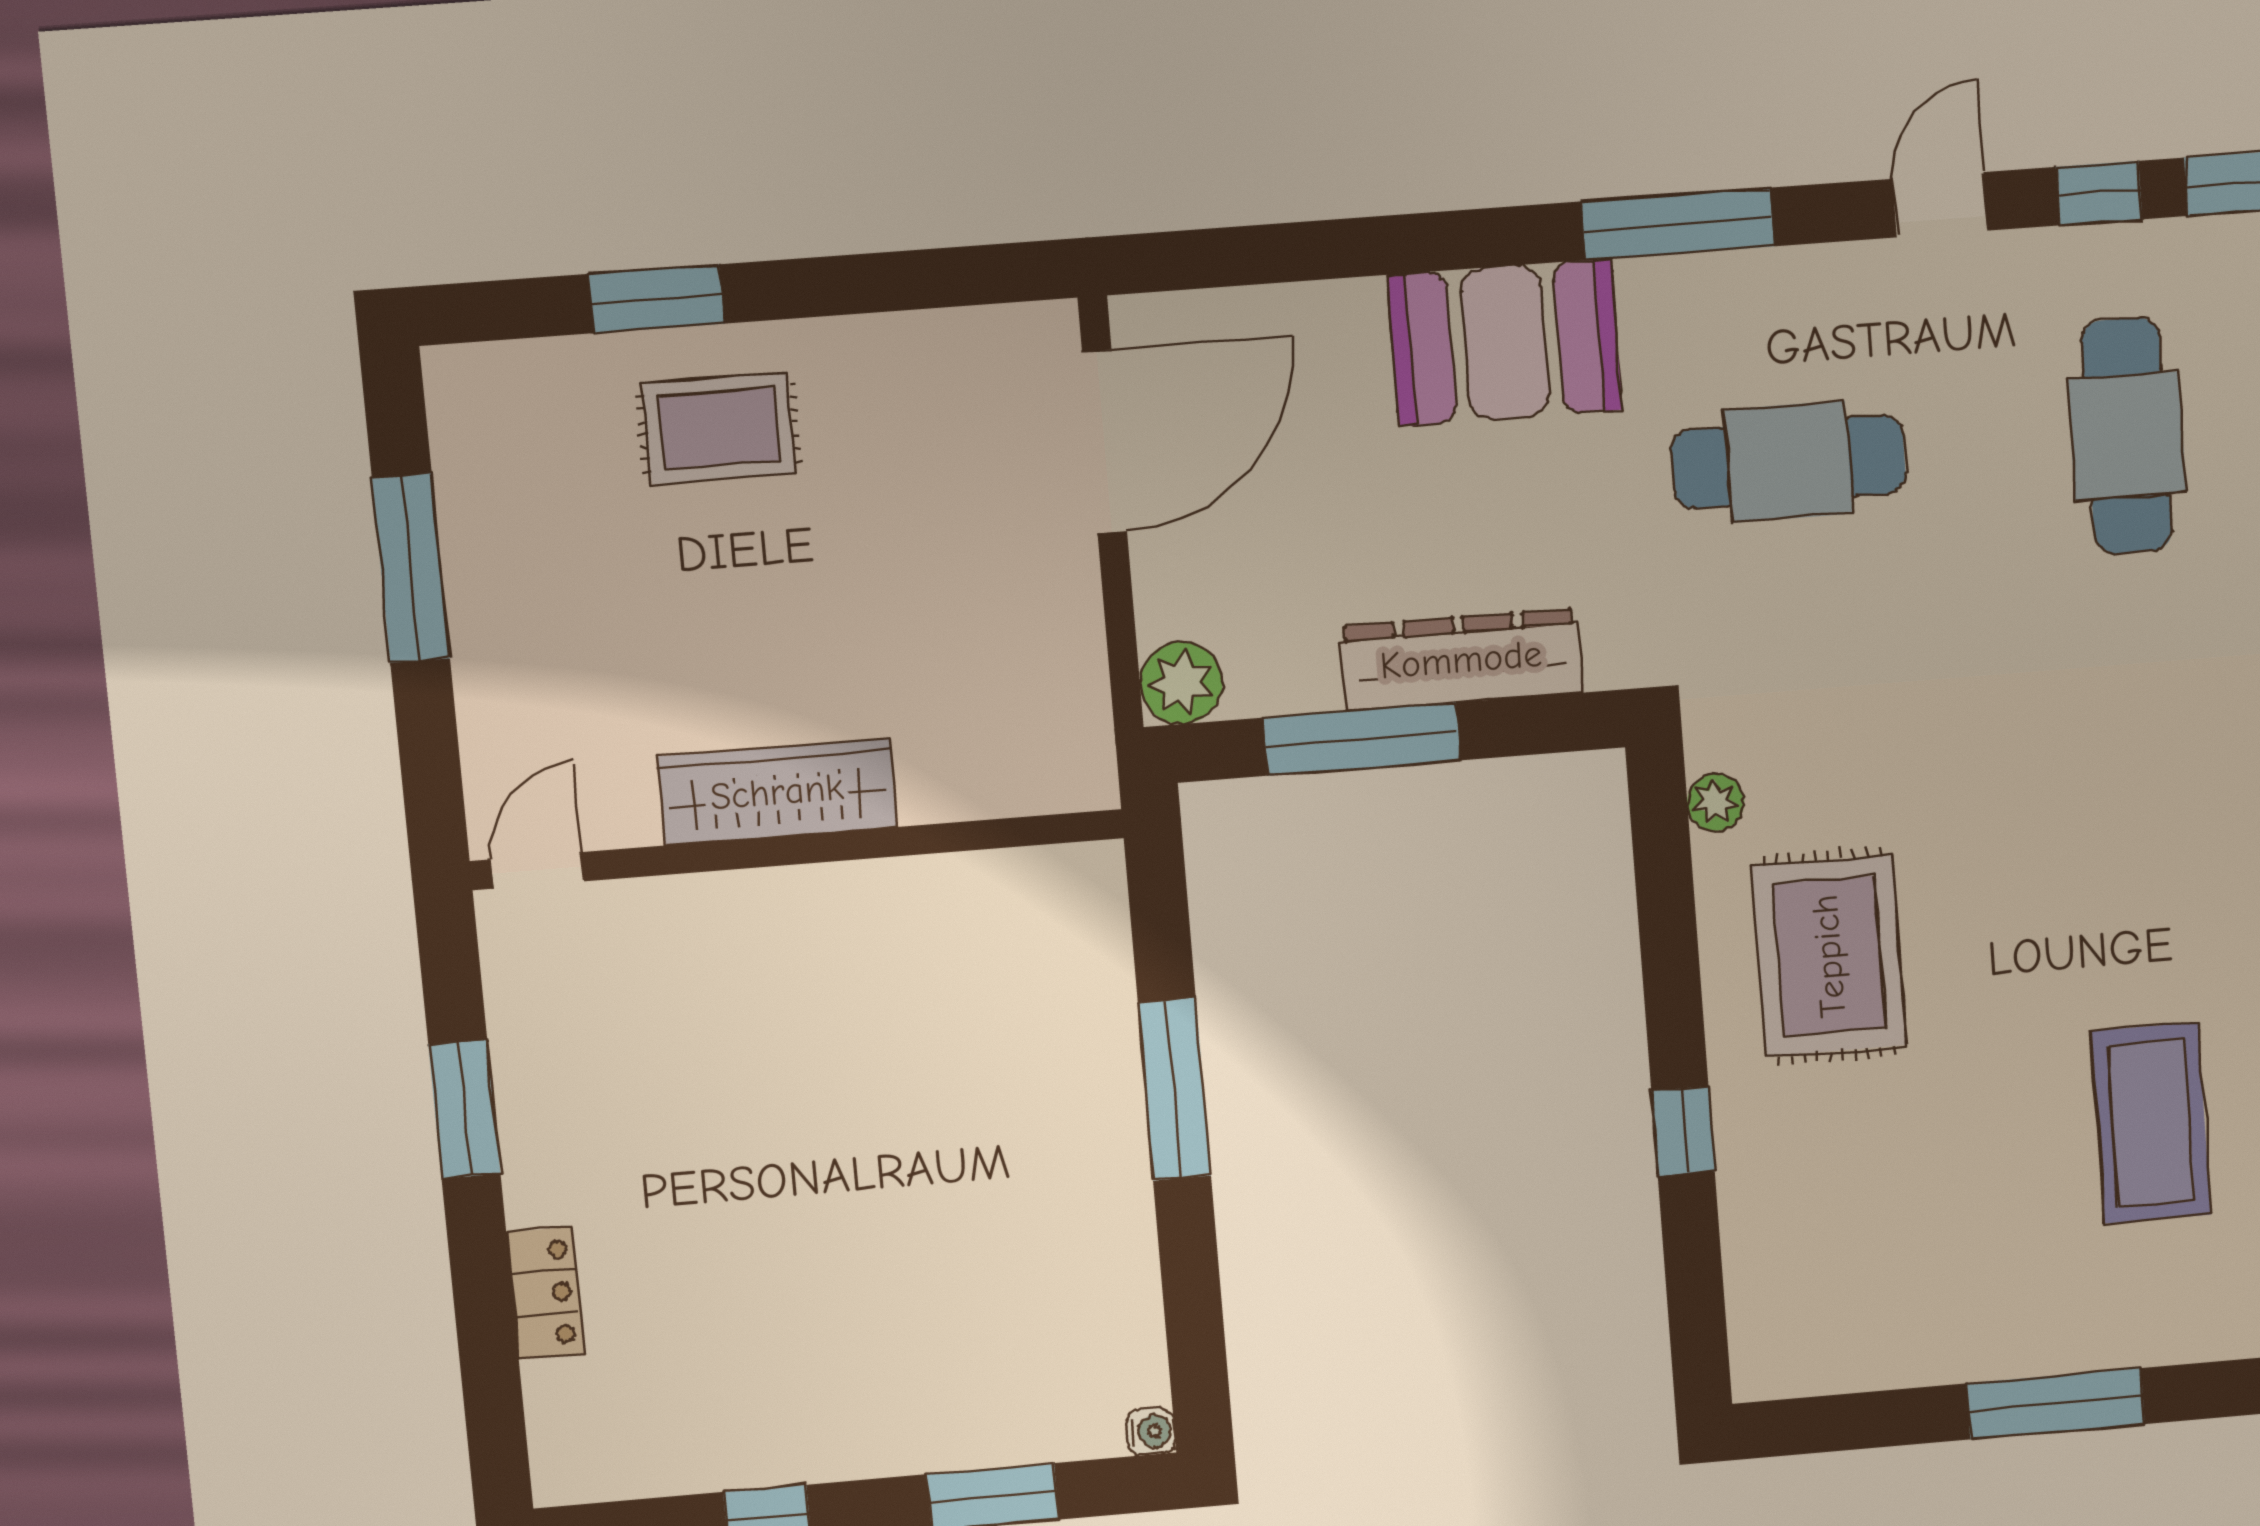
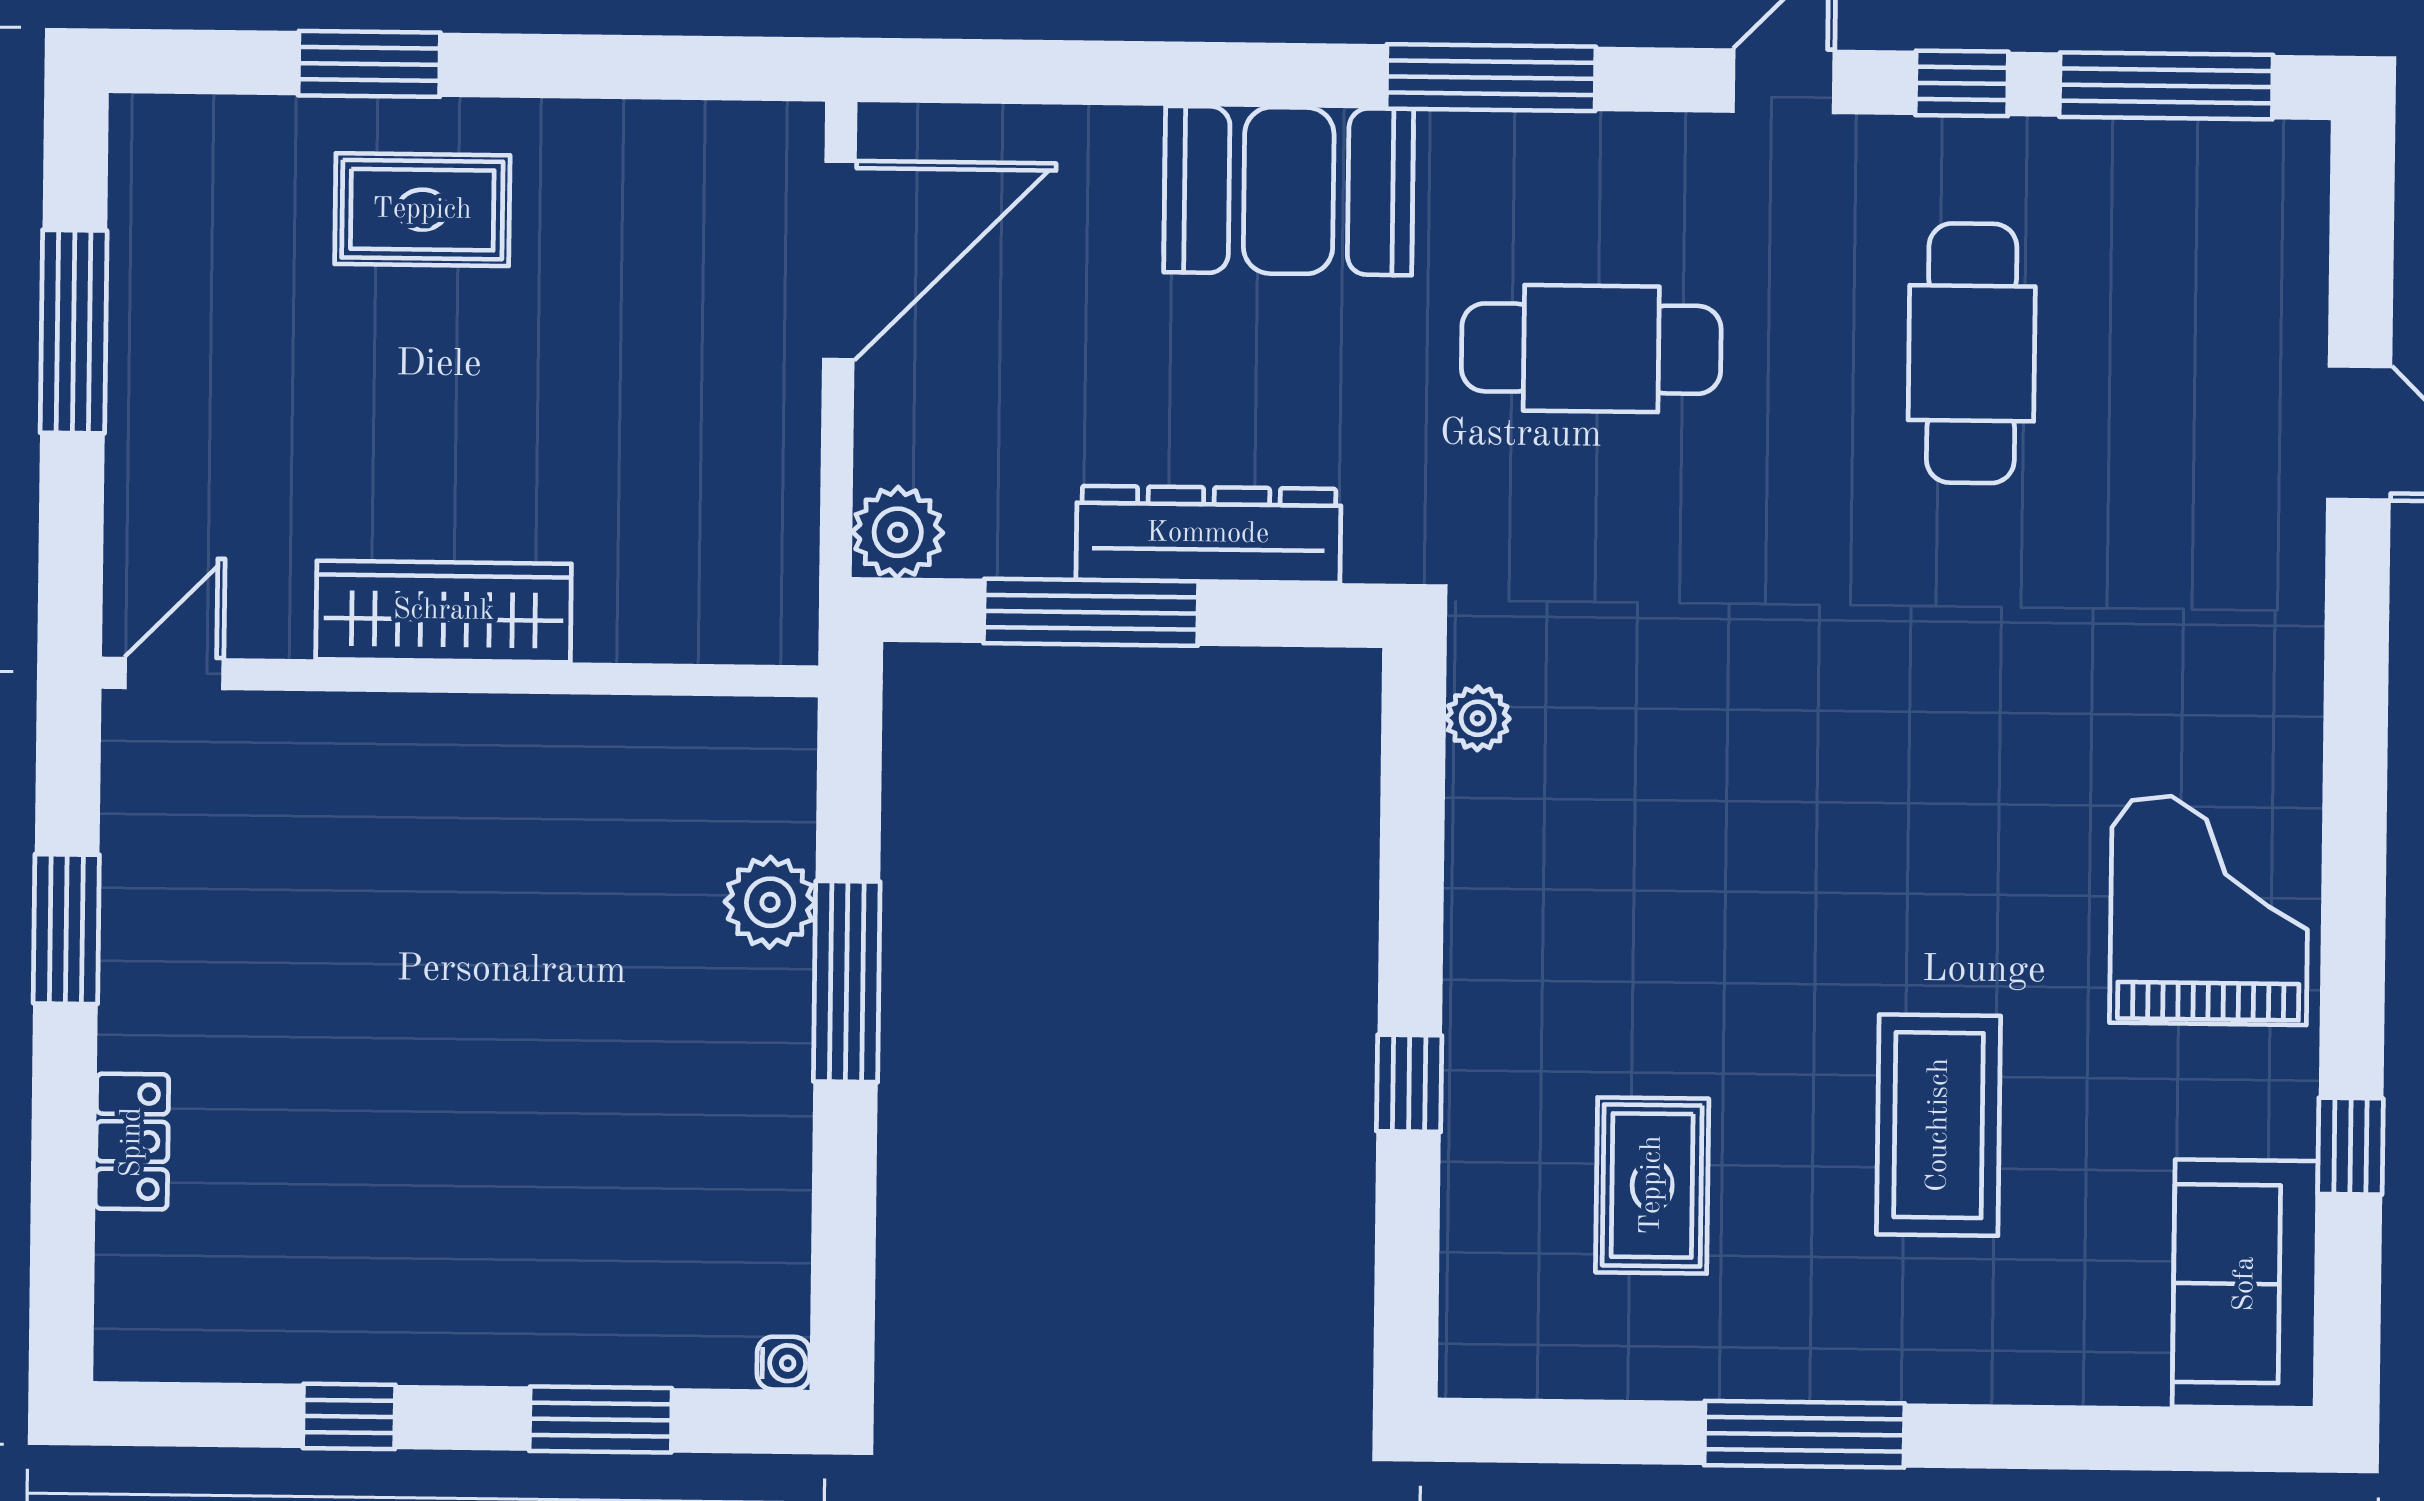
rug: (1829, 956) -> (1652, 1185), moved, width x0.73, depth x0.70
plant: (1099, 1025) -> (770, 902), added

